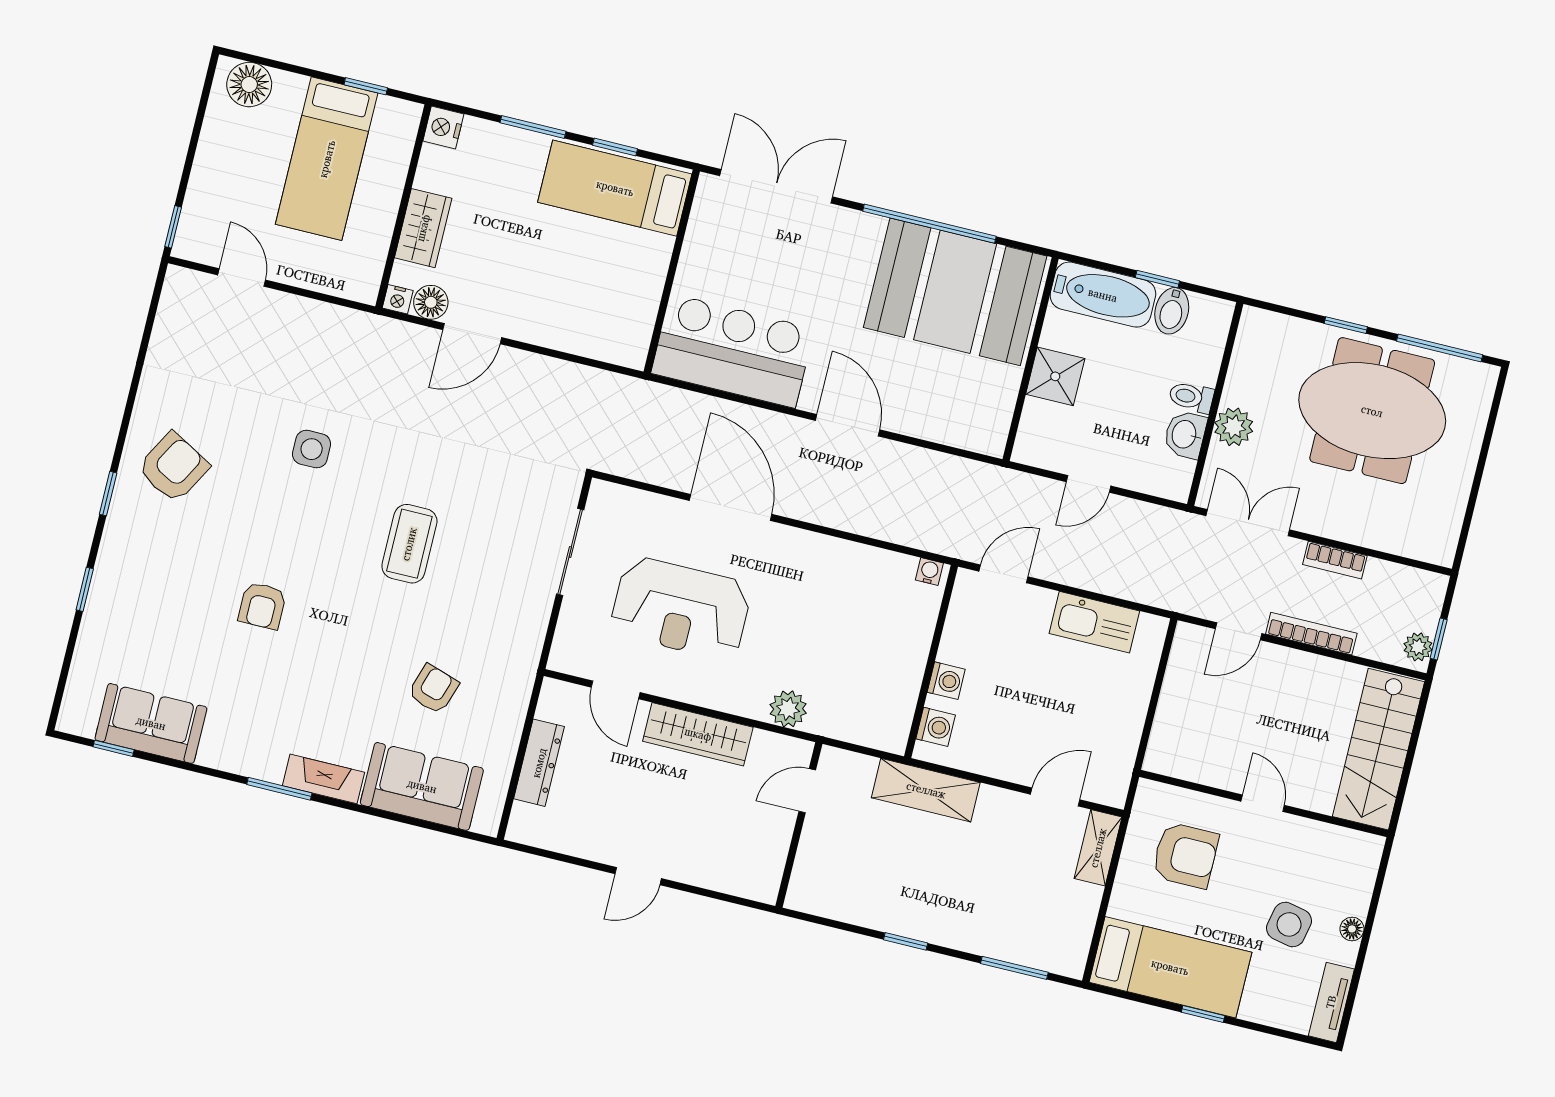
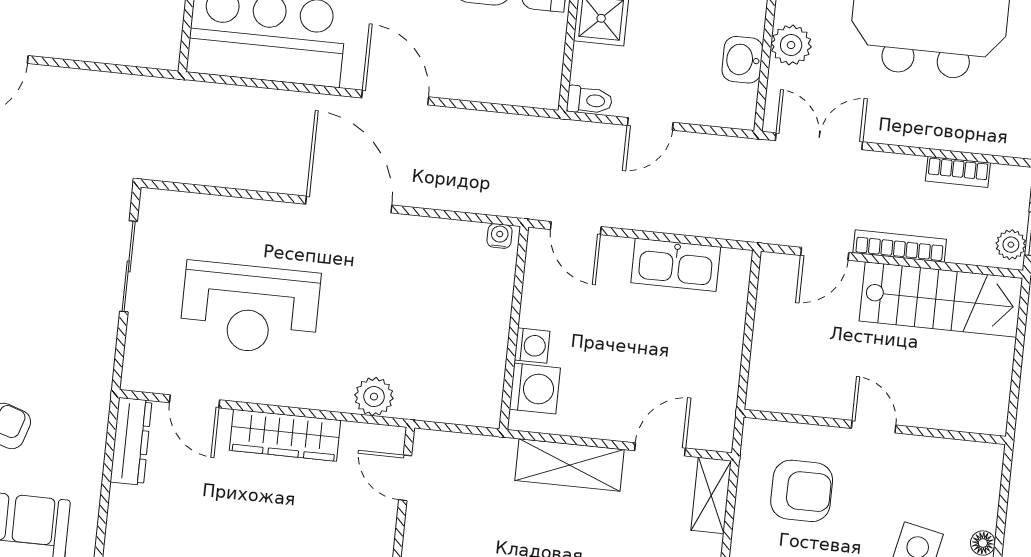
toilet: (1191, 397) -> (589, 100), moved, turned 180
door: (731, 507) -> (349, 205), moved
bookcase: (1335, 560) -> (958, 172), moved
door: (1004, 574) -> (576, 228), swing flipped
washing machine: (936, 727) -> (535, 389), width x1.38, depth x1.38
stairs: (1378, 749) -> (941, 300), moved, turned -90
dresser: (539, 763) -> (131, 441), moved
shelving: (926, 790) -> (569, 465), moved
door: (807, 791) -> (405, 478), hinge flipped

